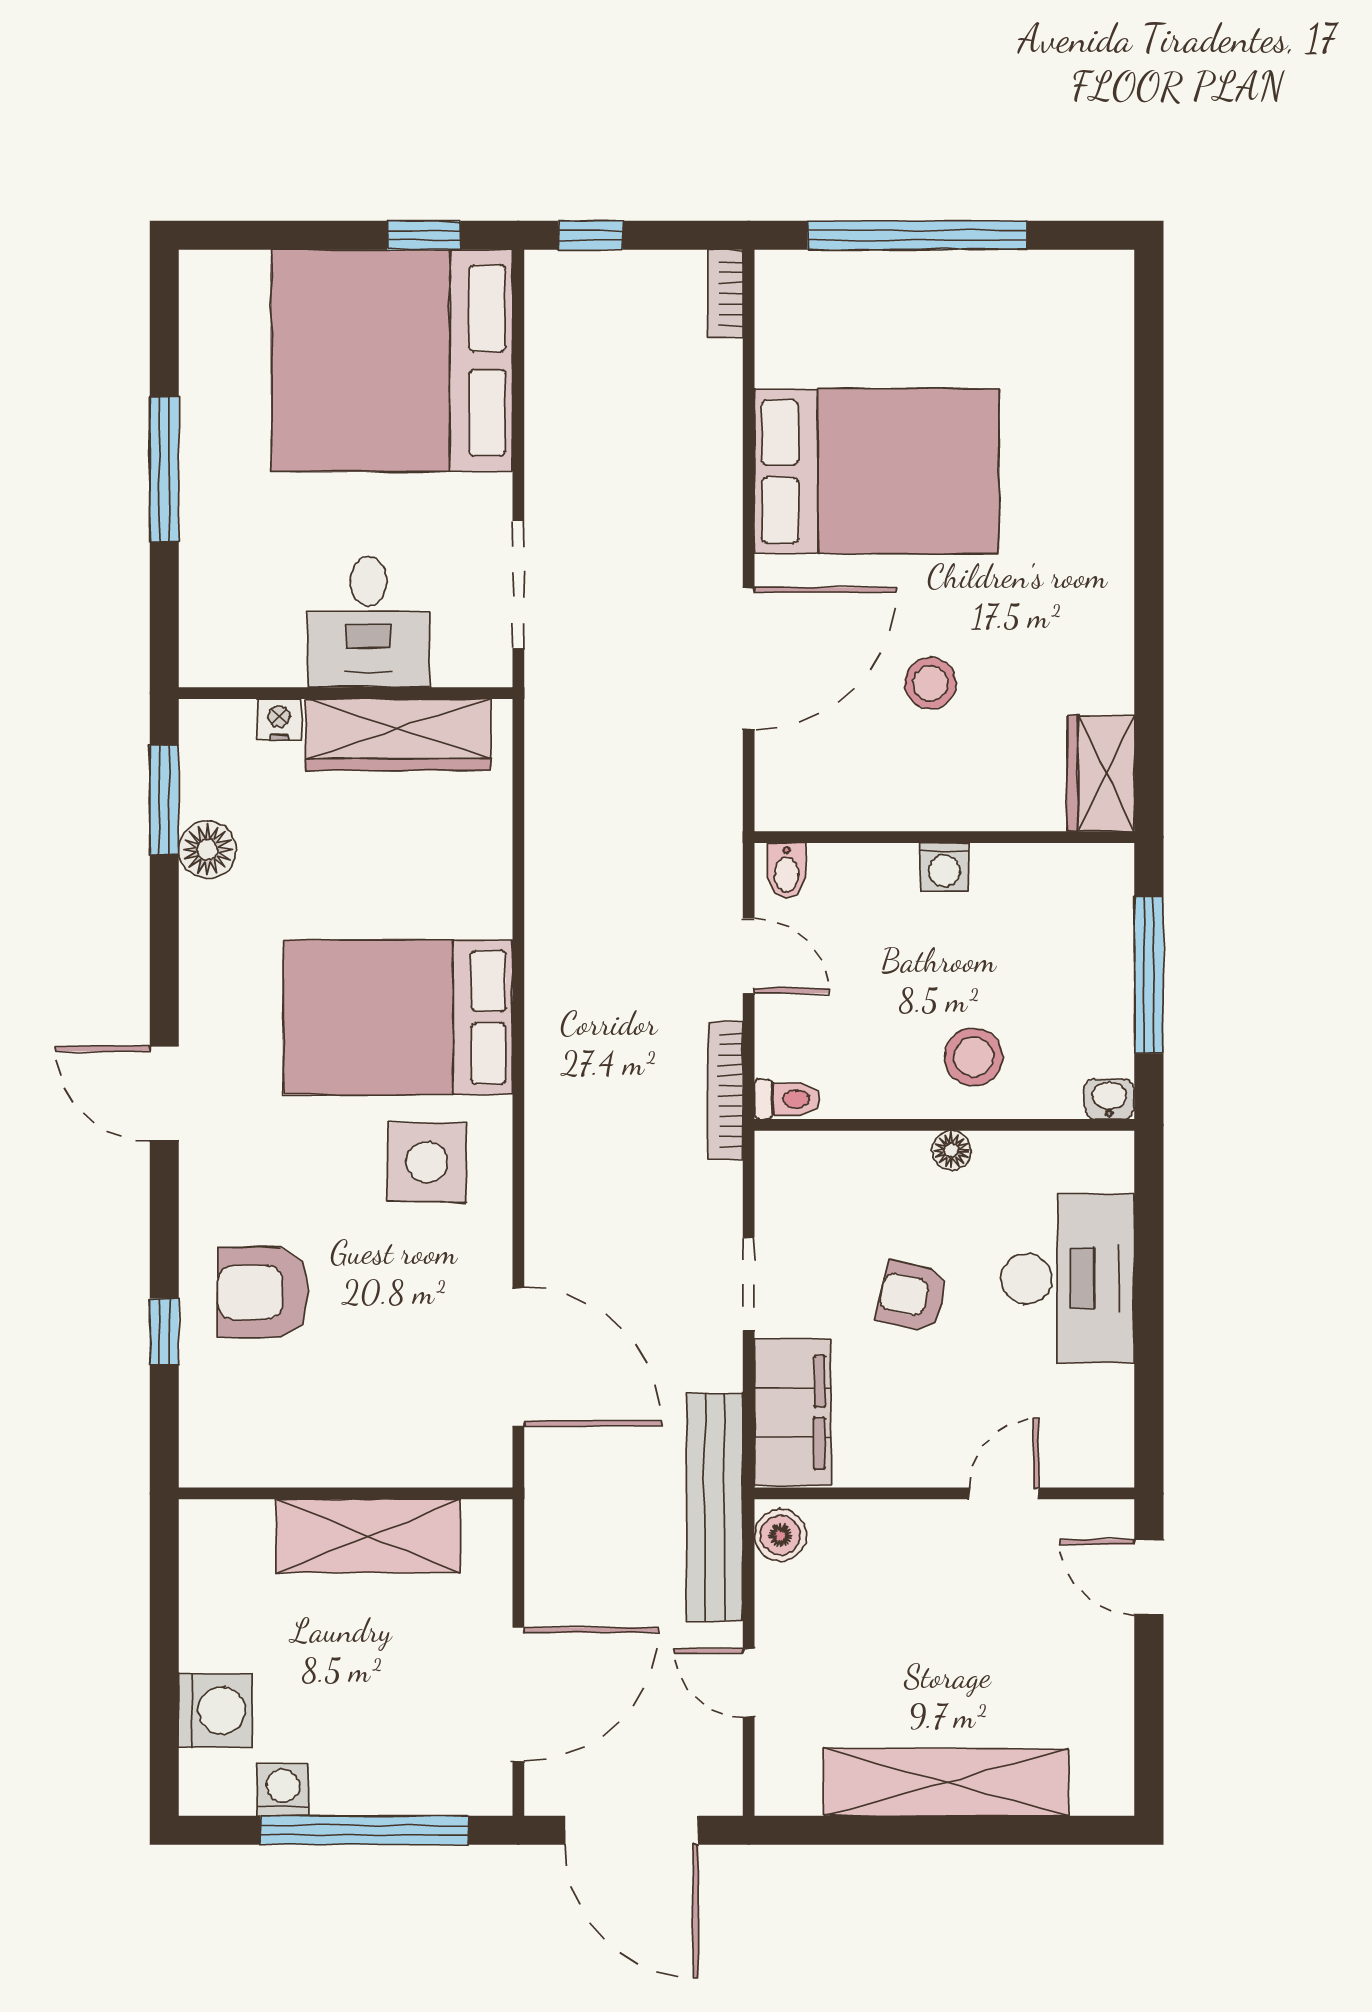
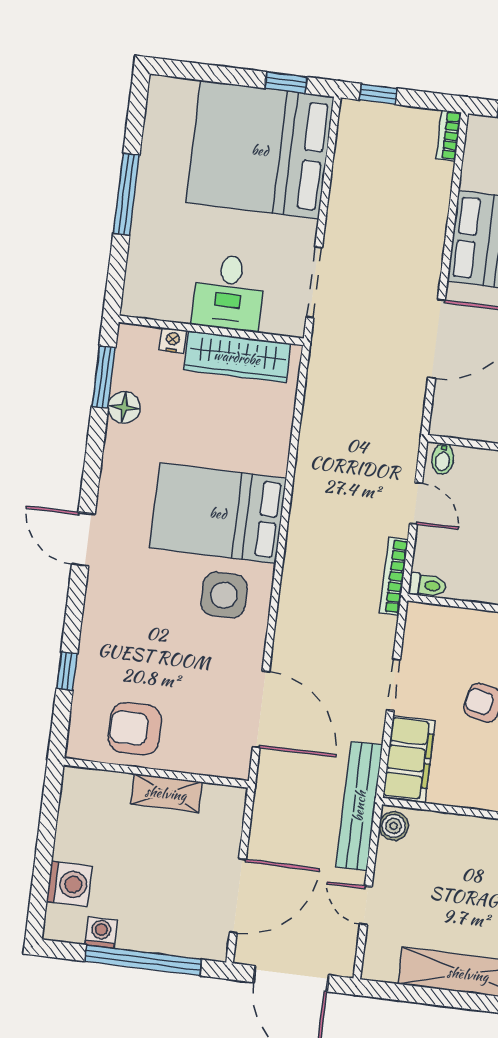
armchair: (263, 1292) -> (135, 729), moved
shelving: (368, 1536) -> (166, 793), width x0.67, depth x0.75

